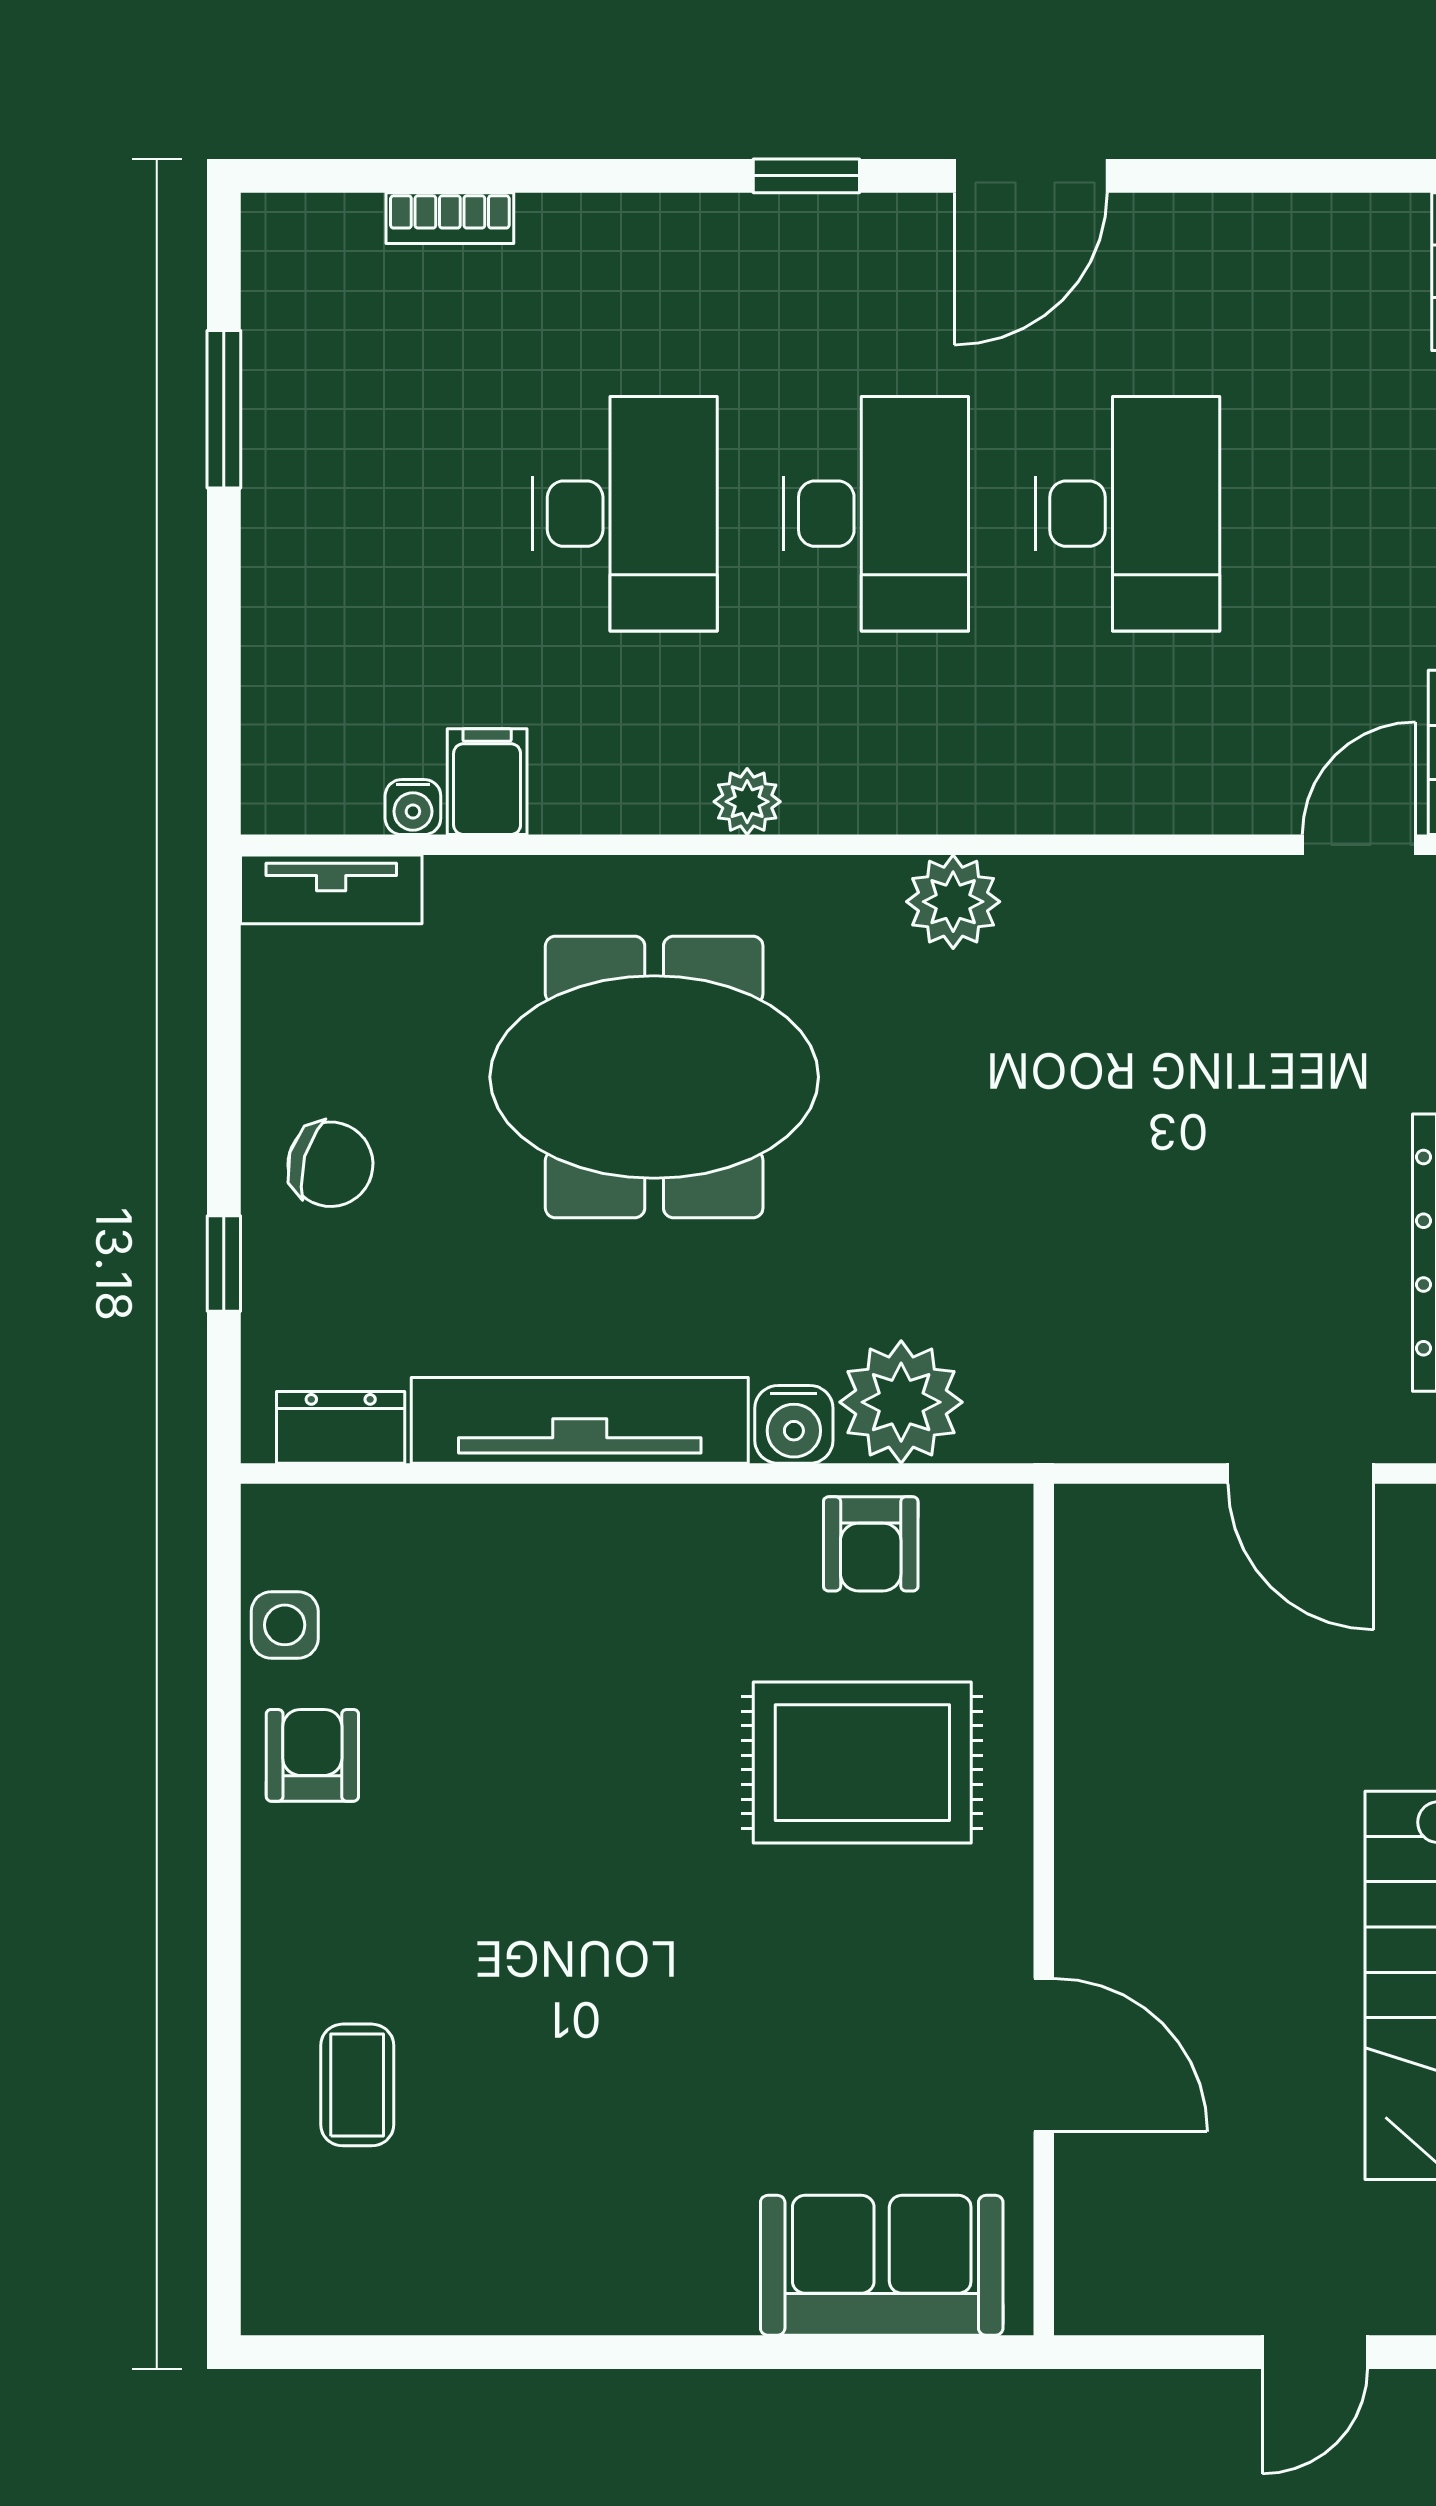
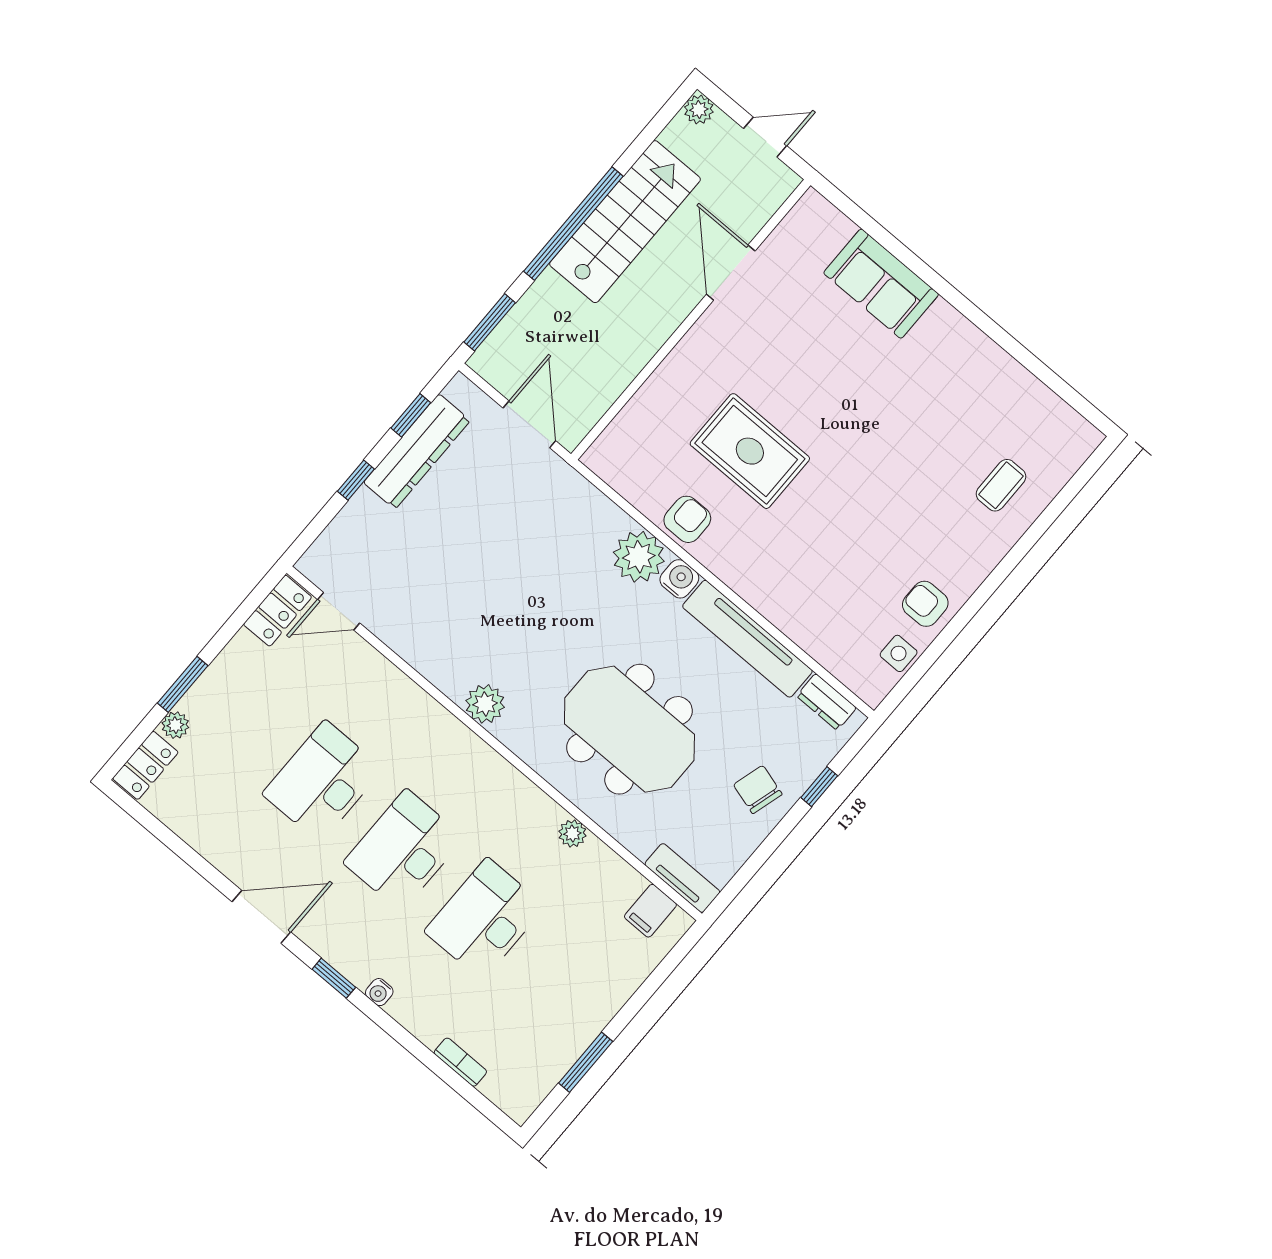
filing cabinet: (487, 782) -> (650, 911), moved
plant: (747, 802) -> (572, 834), moved
water cooler: (413, 807) -> (379, 992), moved, turned 180
armchair: (312, 1755) -> (925, 604), turned 90
wall: (1044, 1909) -> (691, 320), moved
door: (1044, 2055) -> (731, 273), moved

